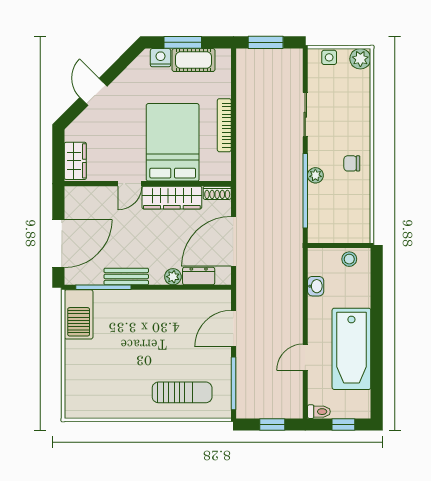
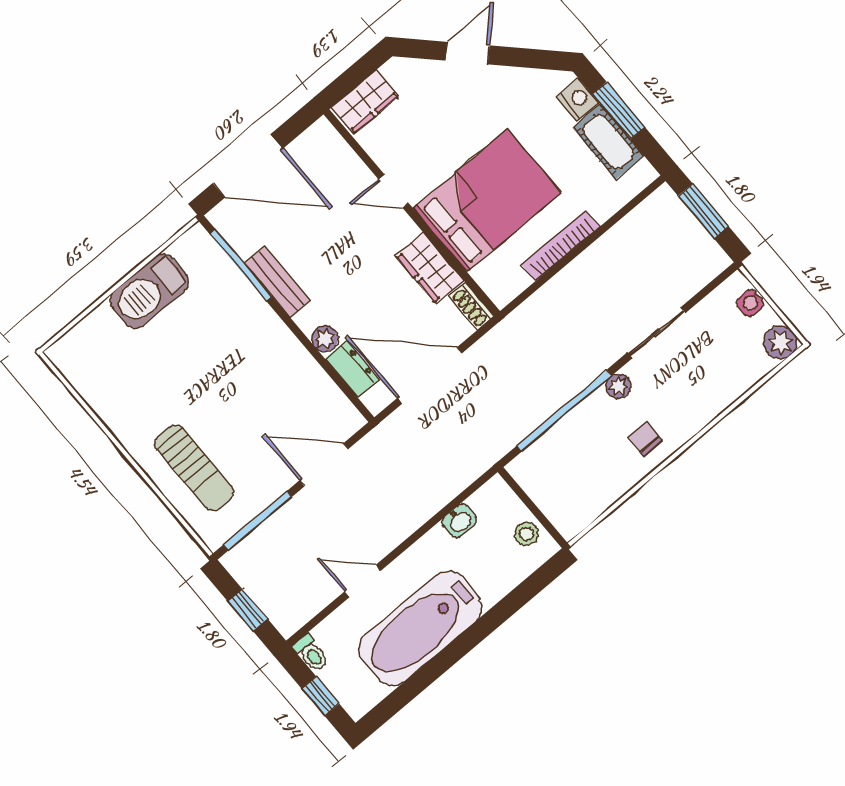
plant: (315, 175) -> (618, 386), moved
wardrobe: (172, 198) -> (430, 268), width x0.67
barbecue: (79, 314) -> (149, 291), moved

